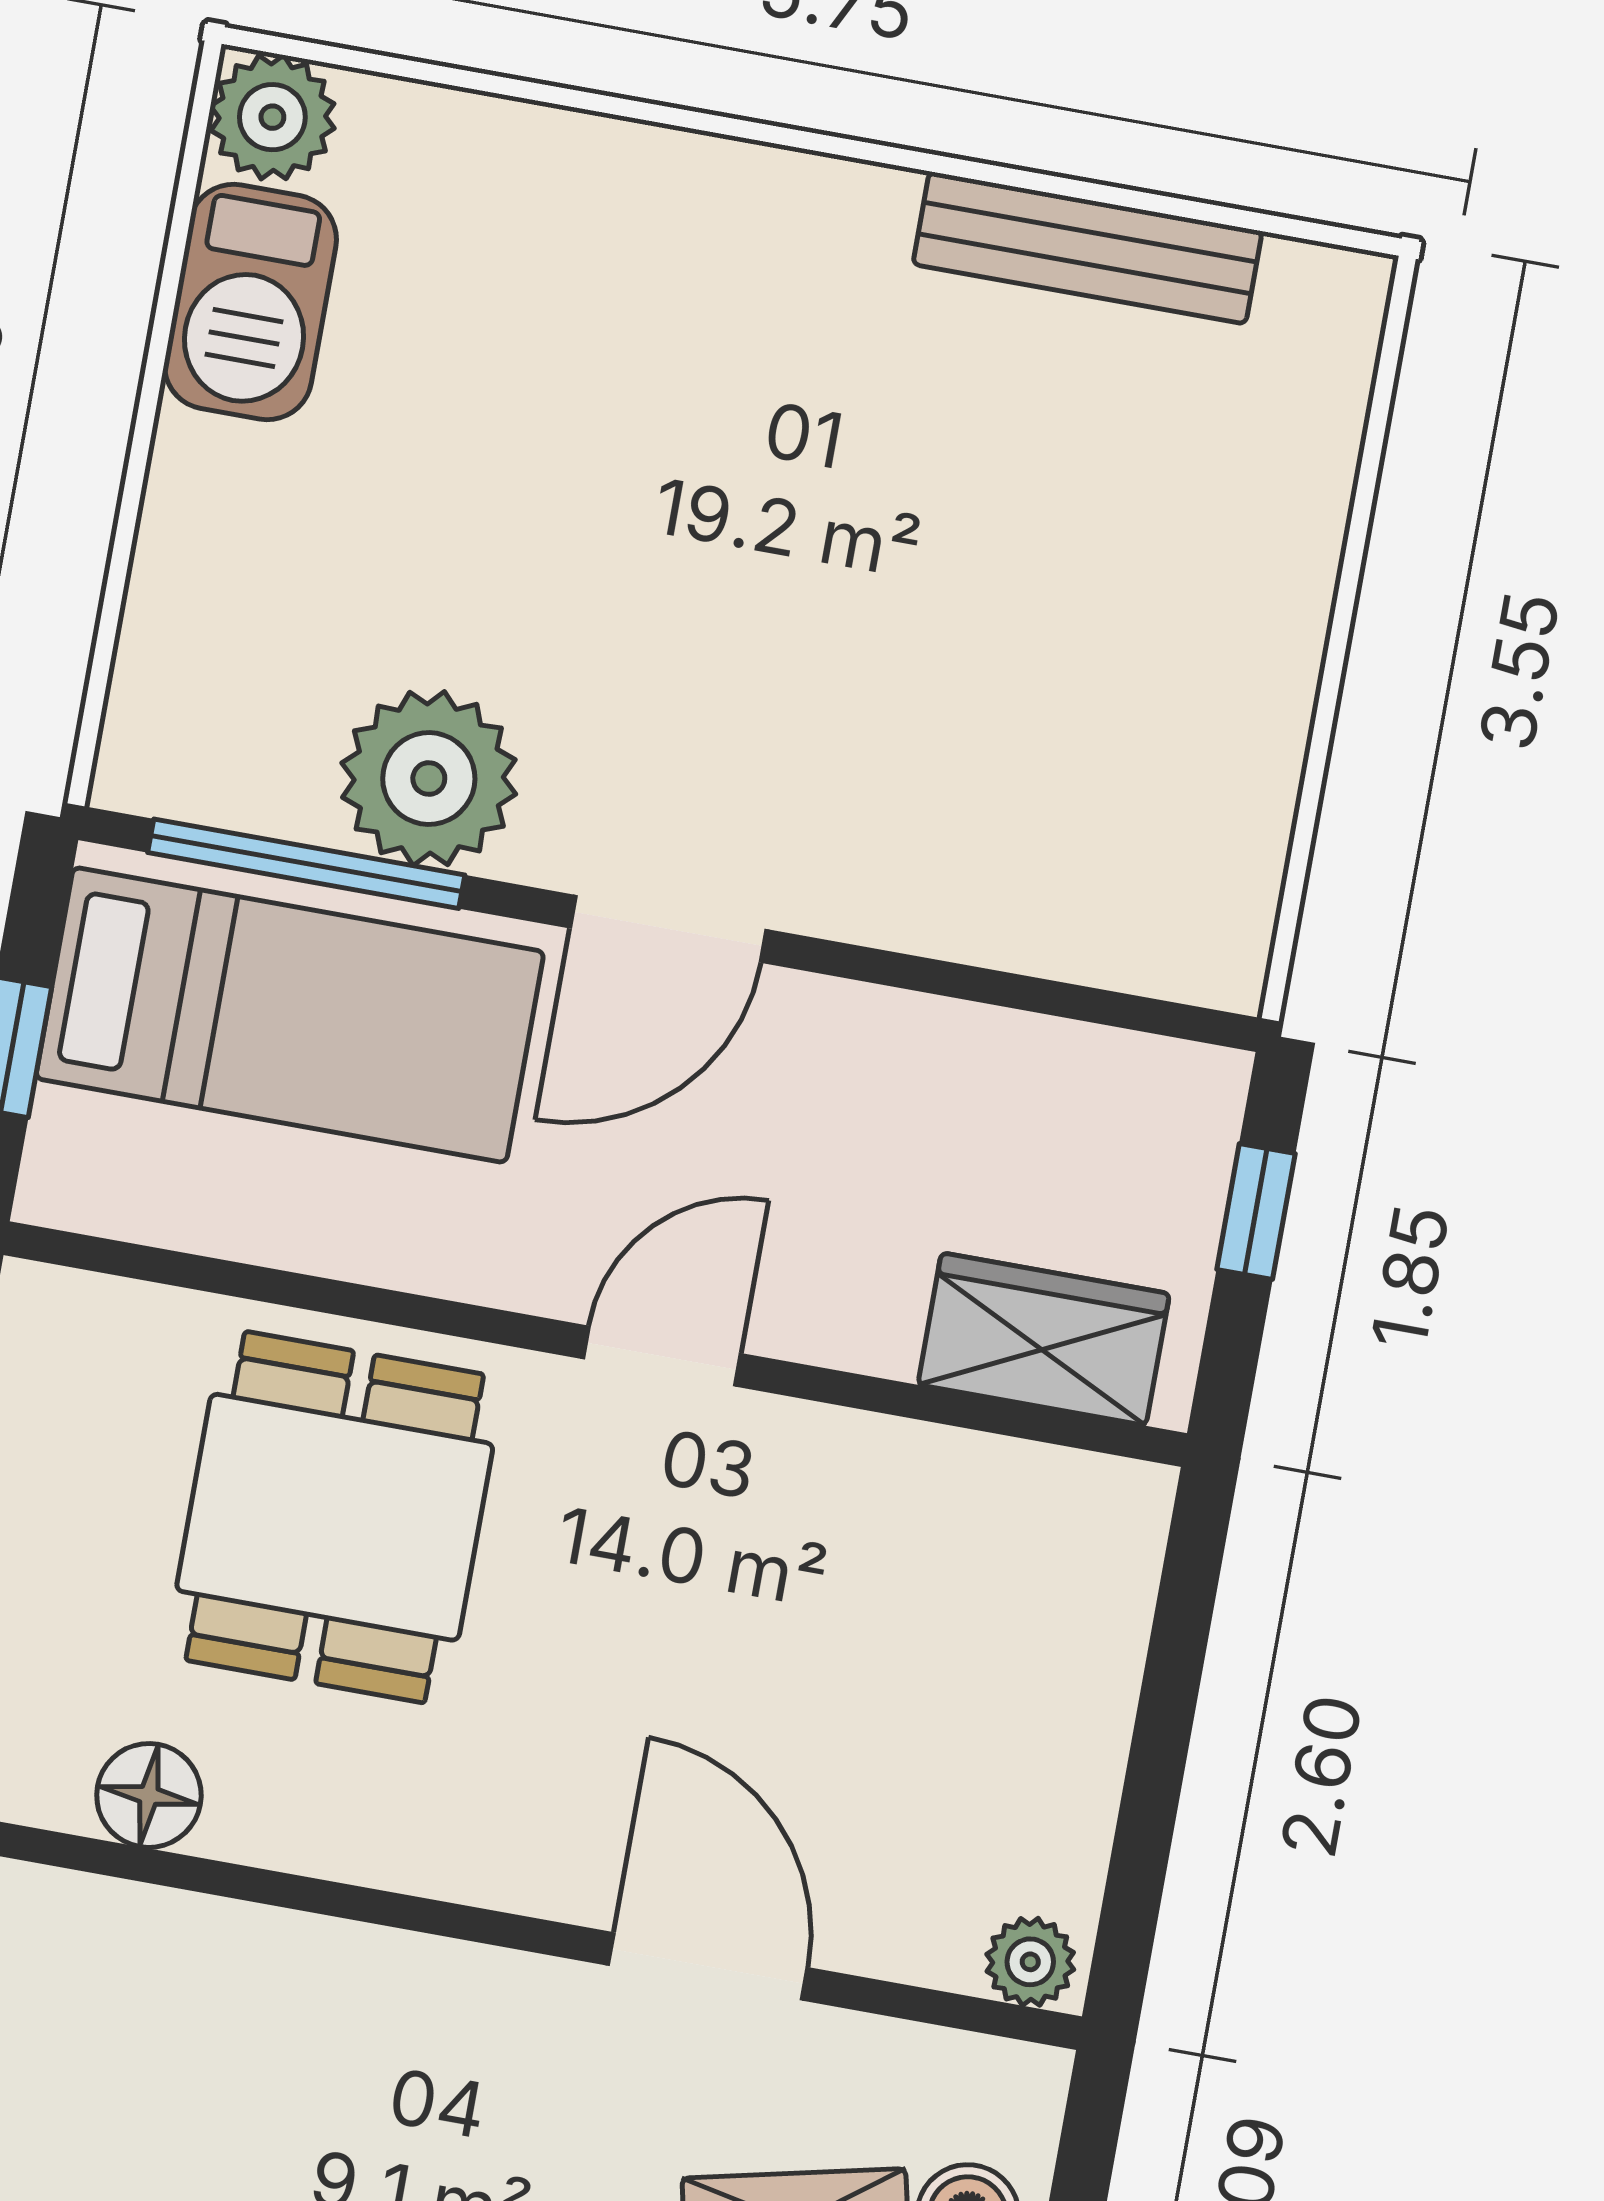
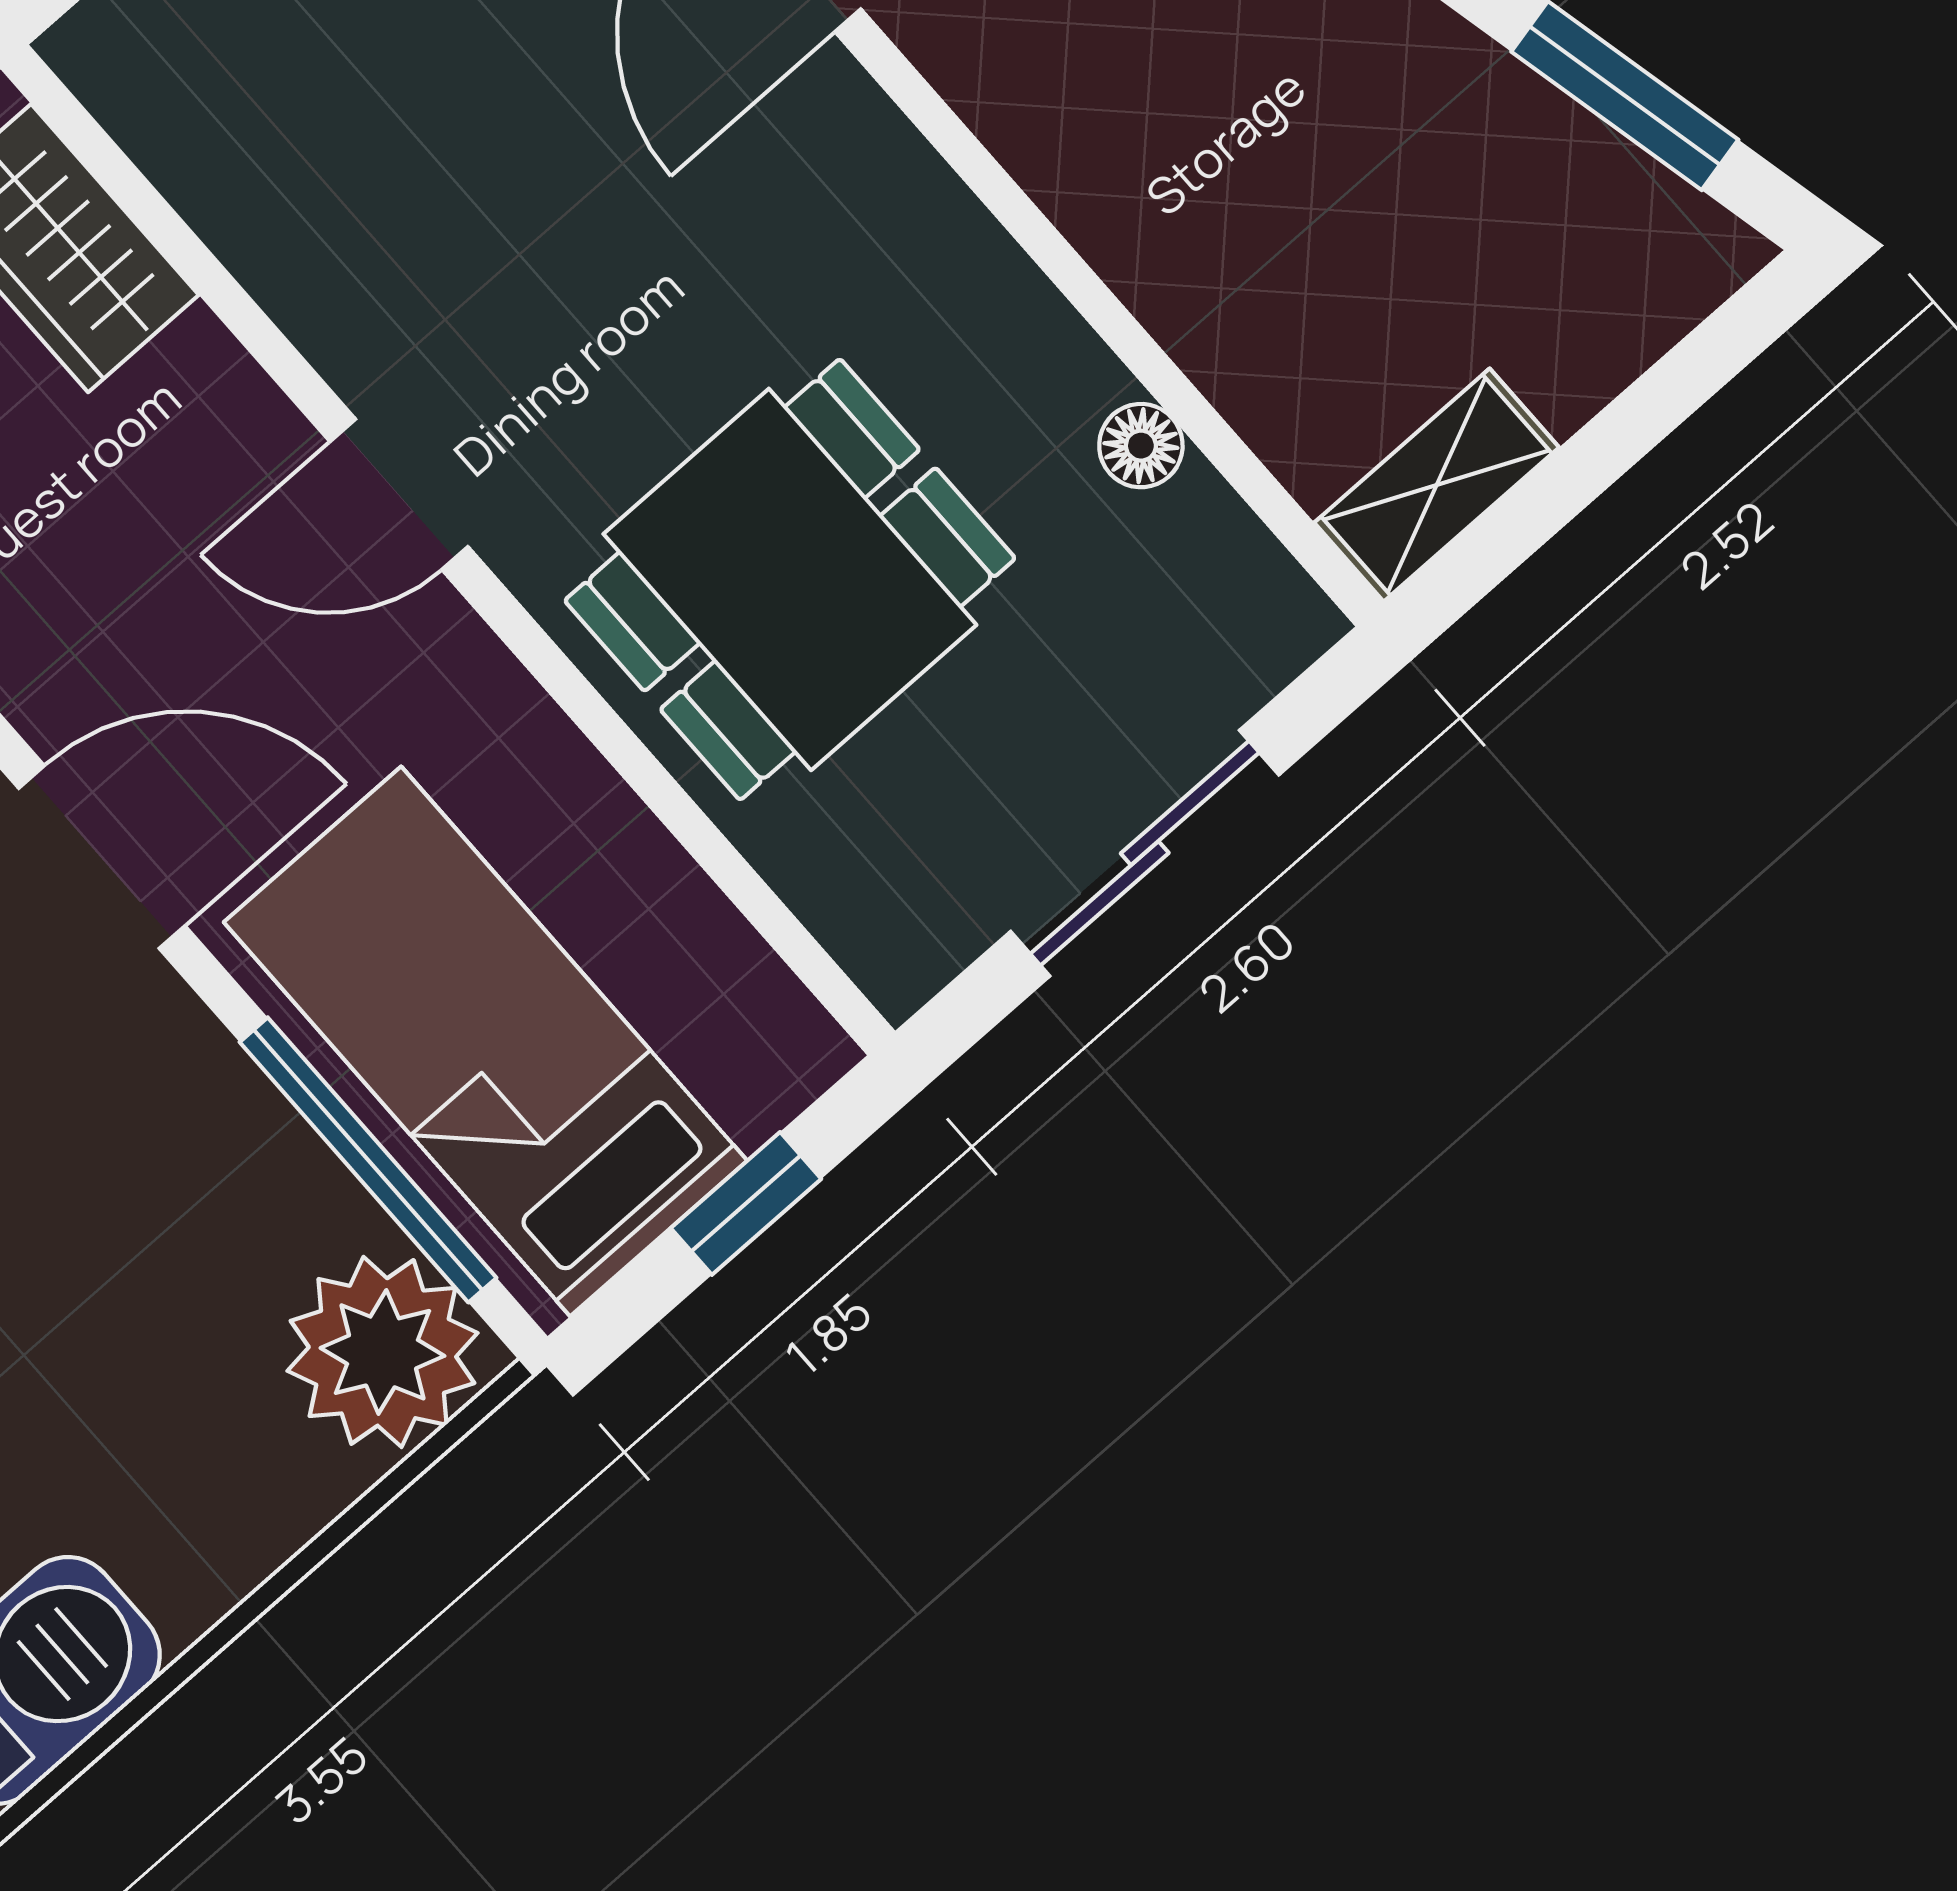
plant: (429, 779) -> (382, 1352), moved
floor lamp: (149, 1795) -> (1141, 446), width x0.73, depth x0.73

